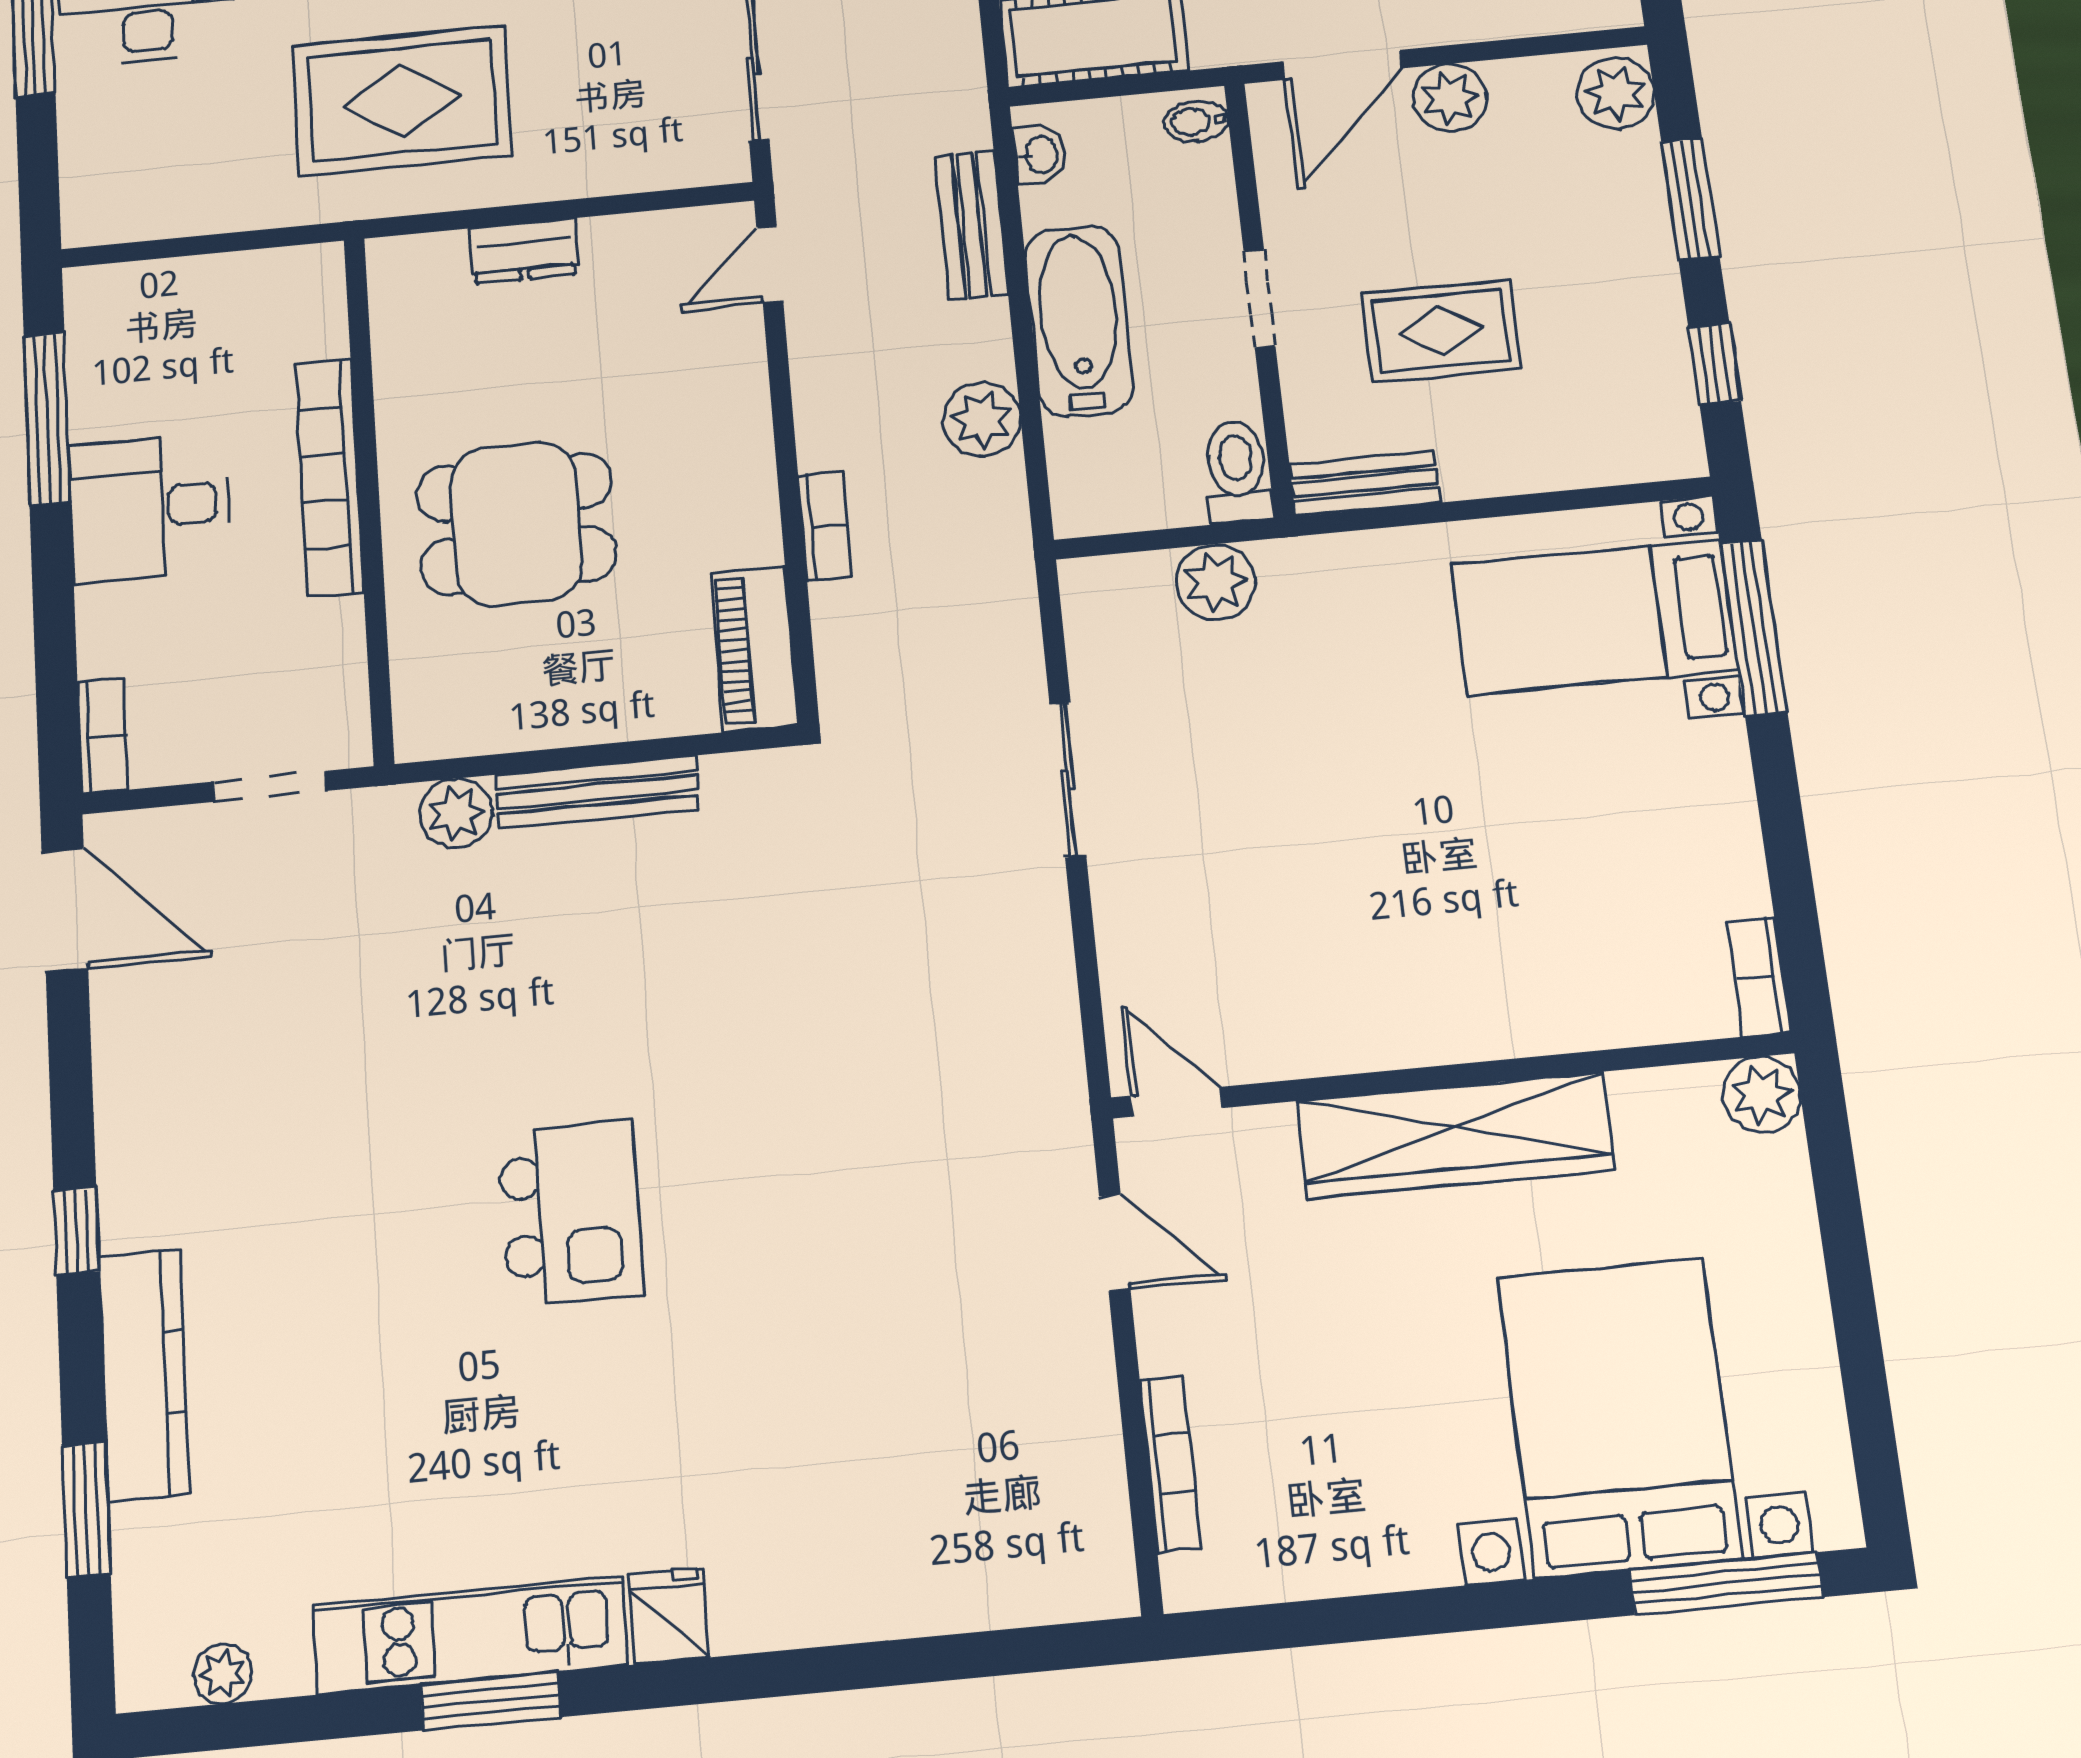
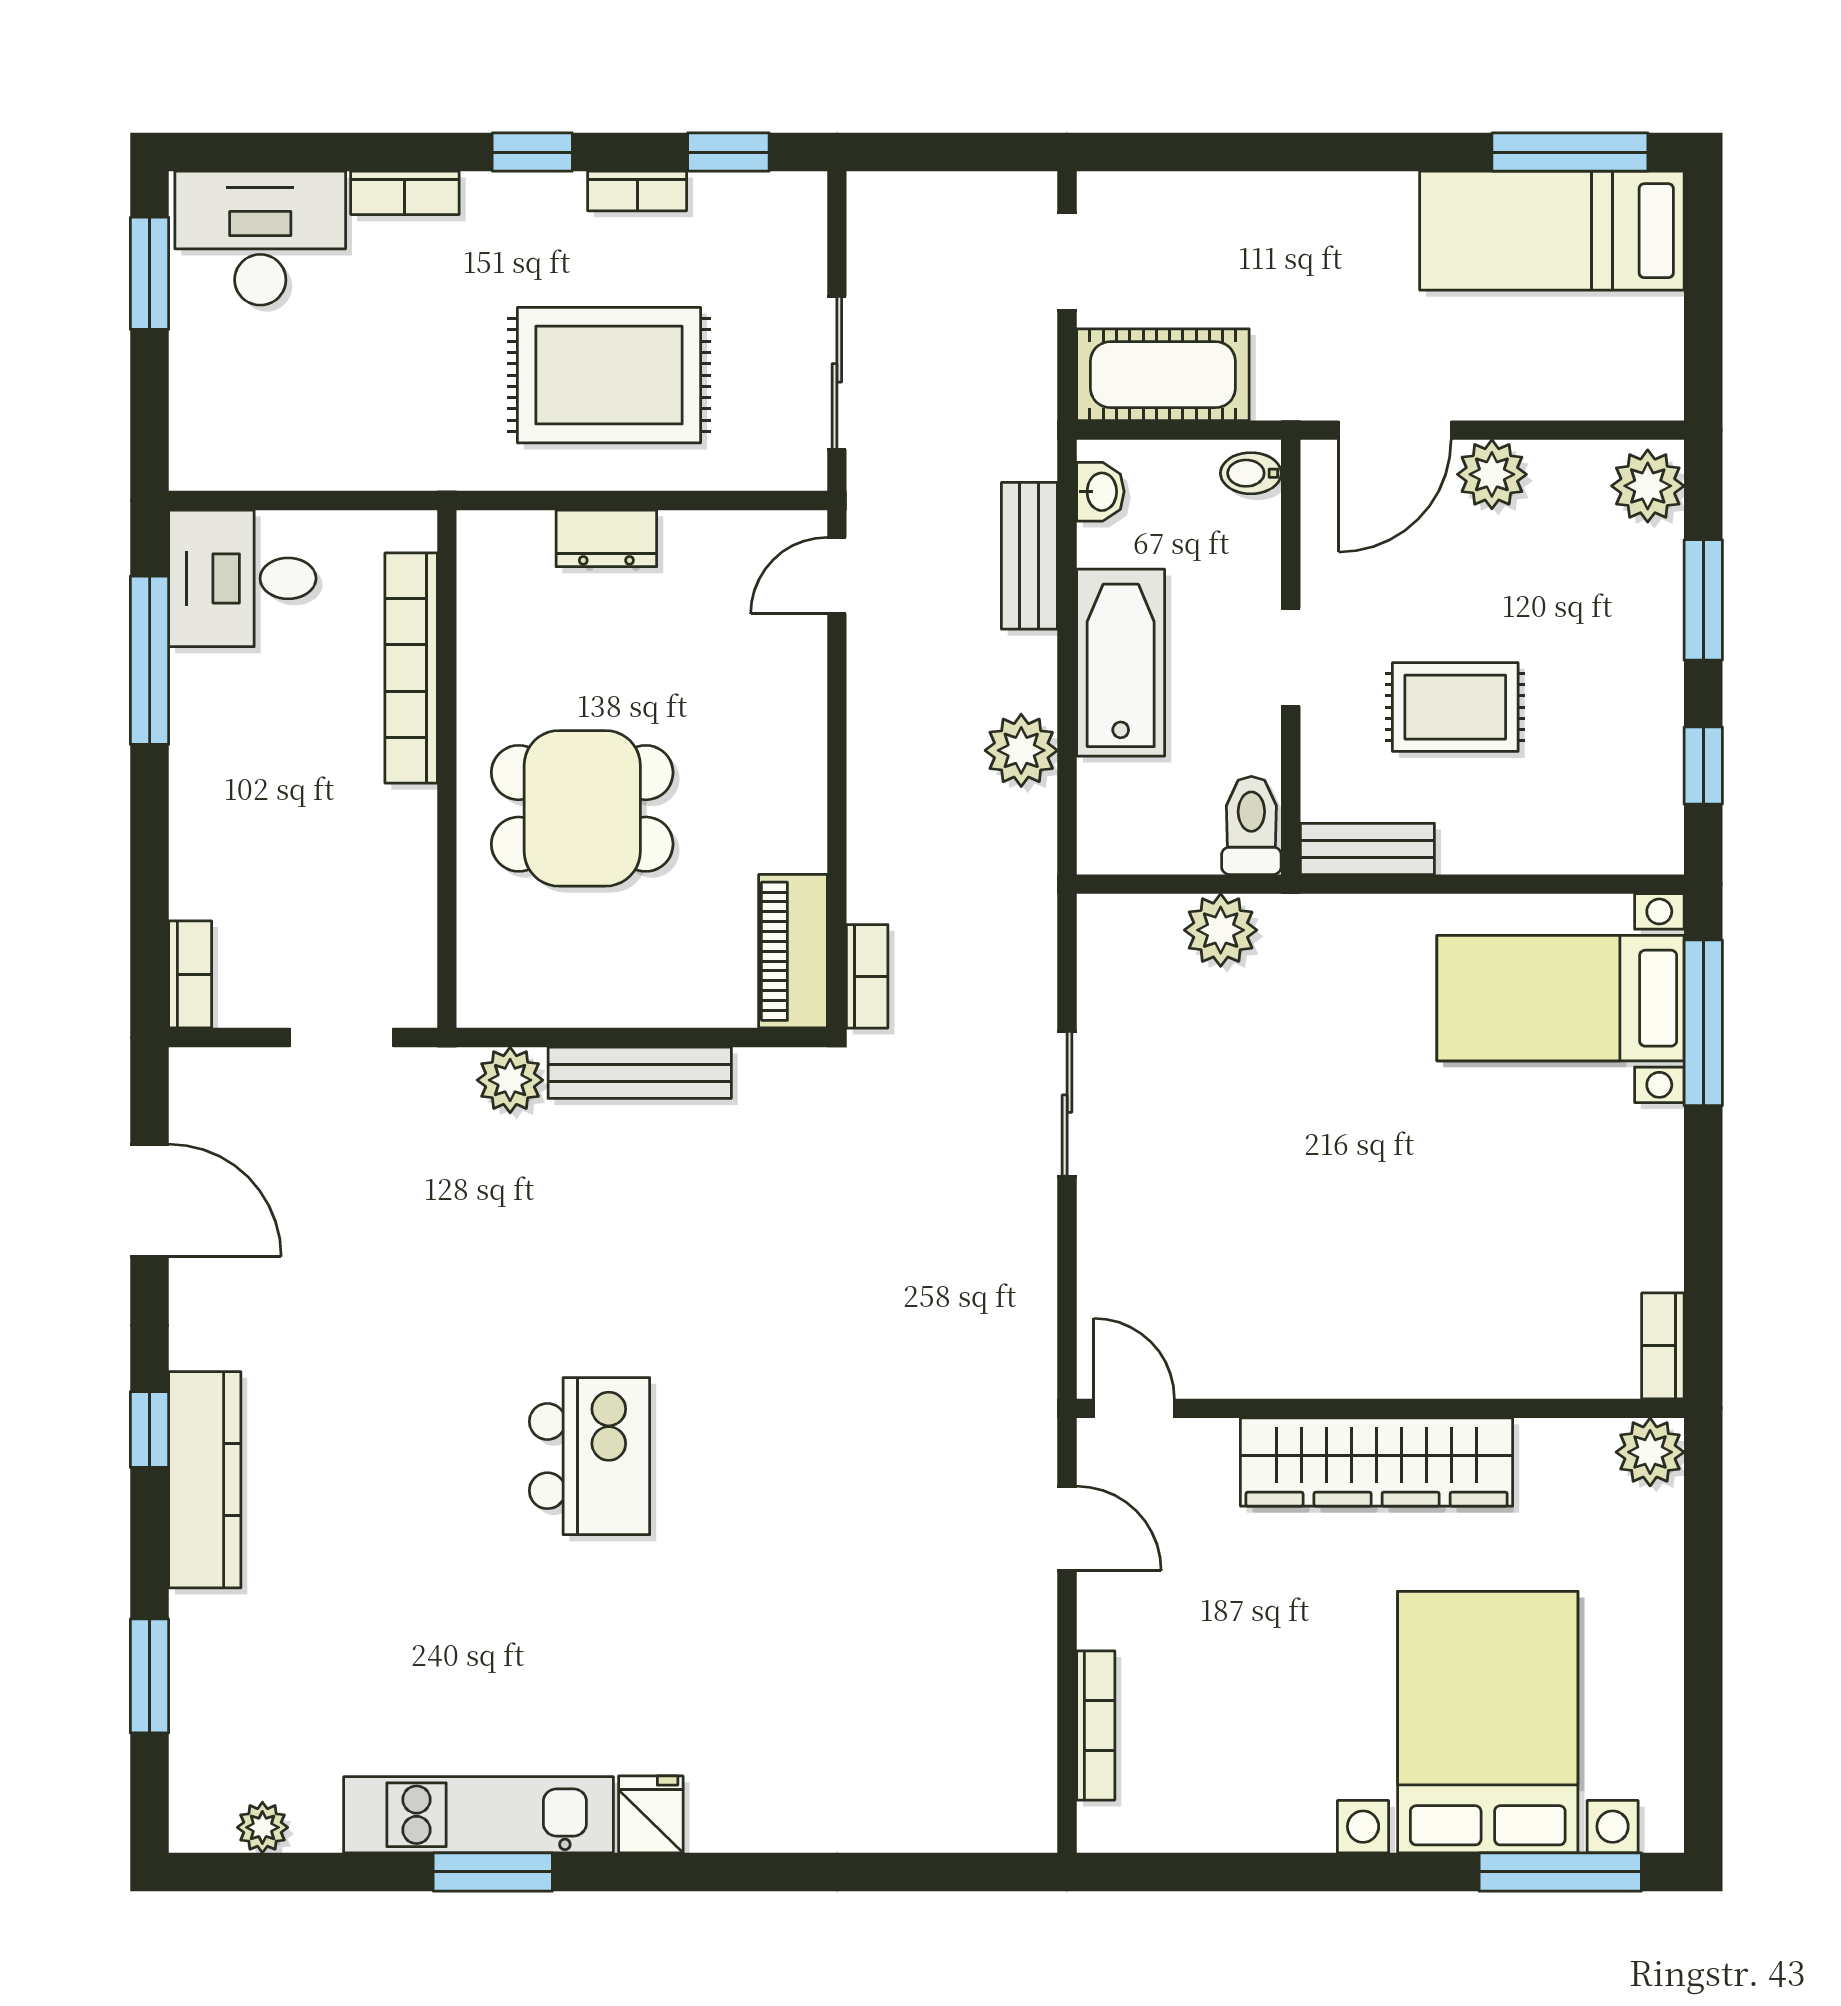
rug: (402, 101) -> (609, 375), moved
bookcase: (329, 478) -> (411, 668), moved
desk: (150, 508) -> (242, 578), moved
bookcase: (825, 526) -> (867, 976), moved
door: (65, 910) -> (150, 1200), moved
kitchen counter: (144, 1374) -> (205, 1480), moved

